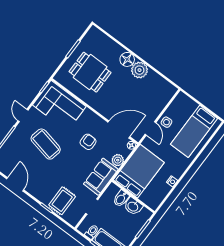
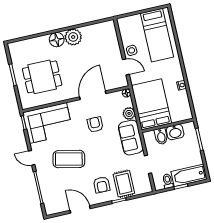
door: (119, 129) -> (93, 95), moved
armchair: (47, 185) -> (102, 185), added

